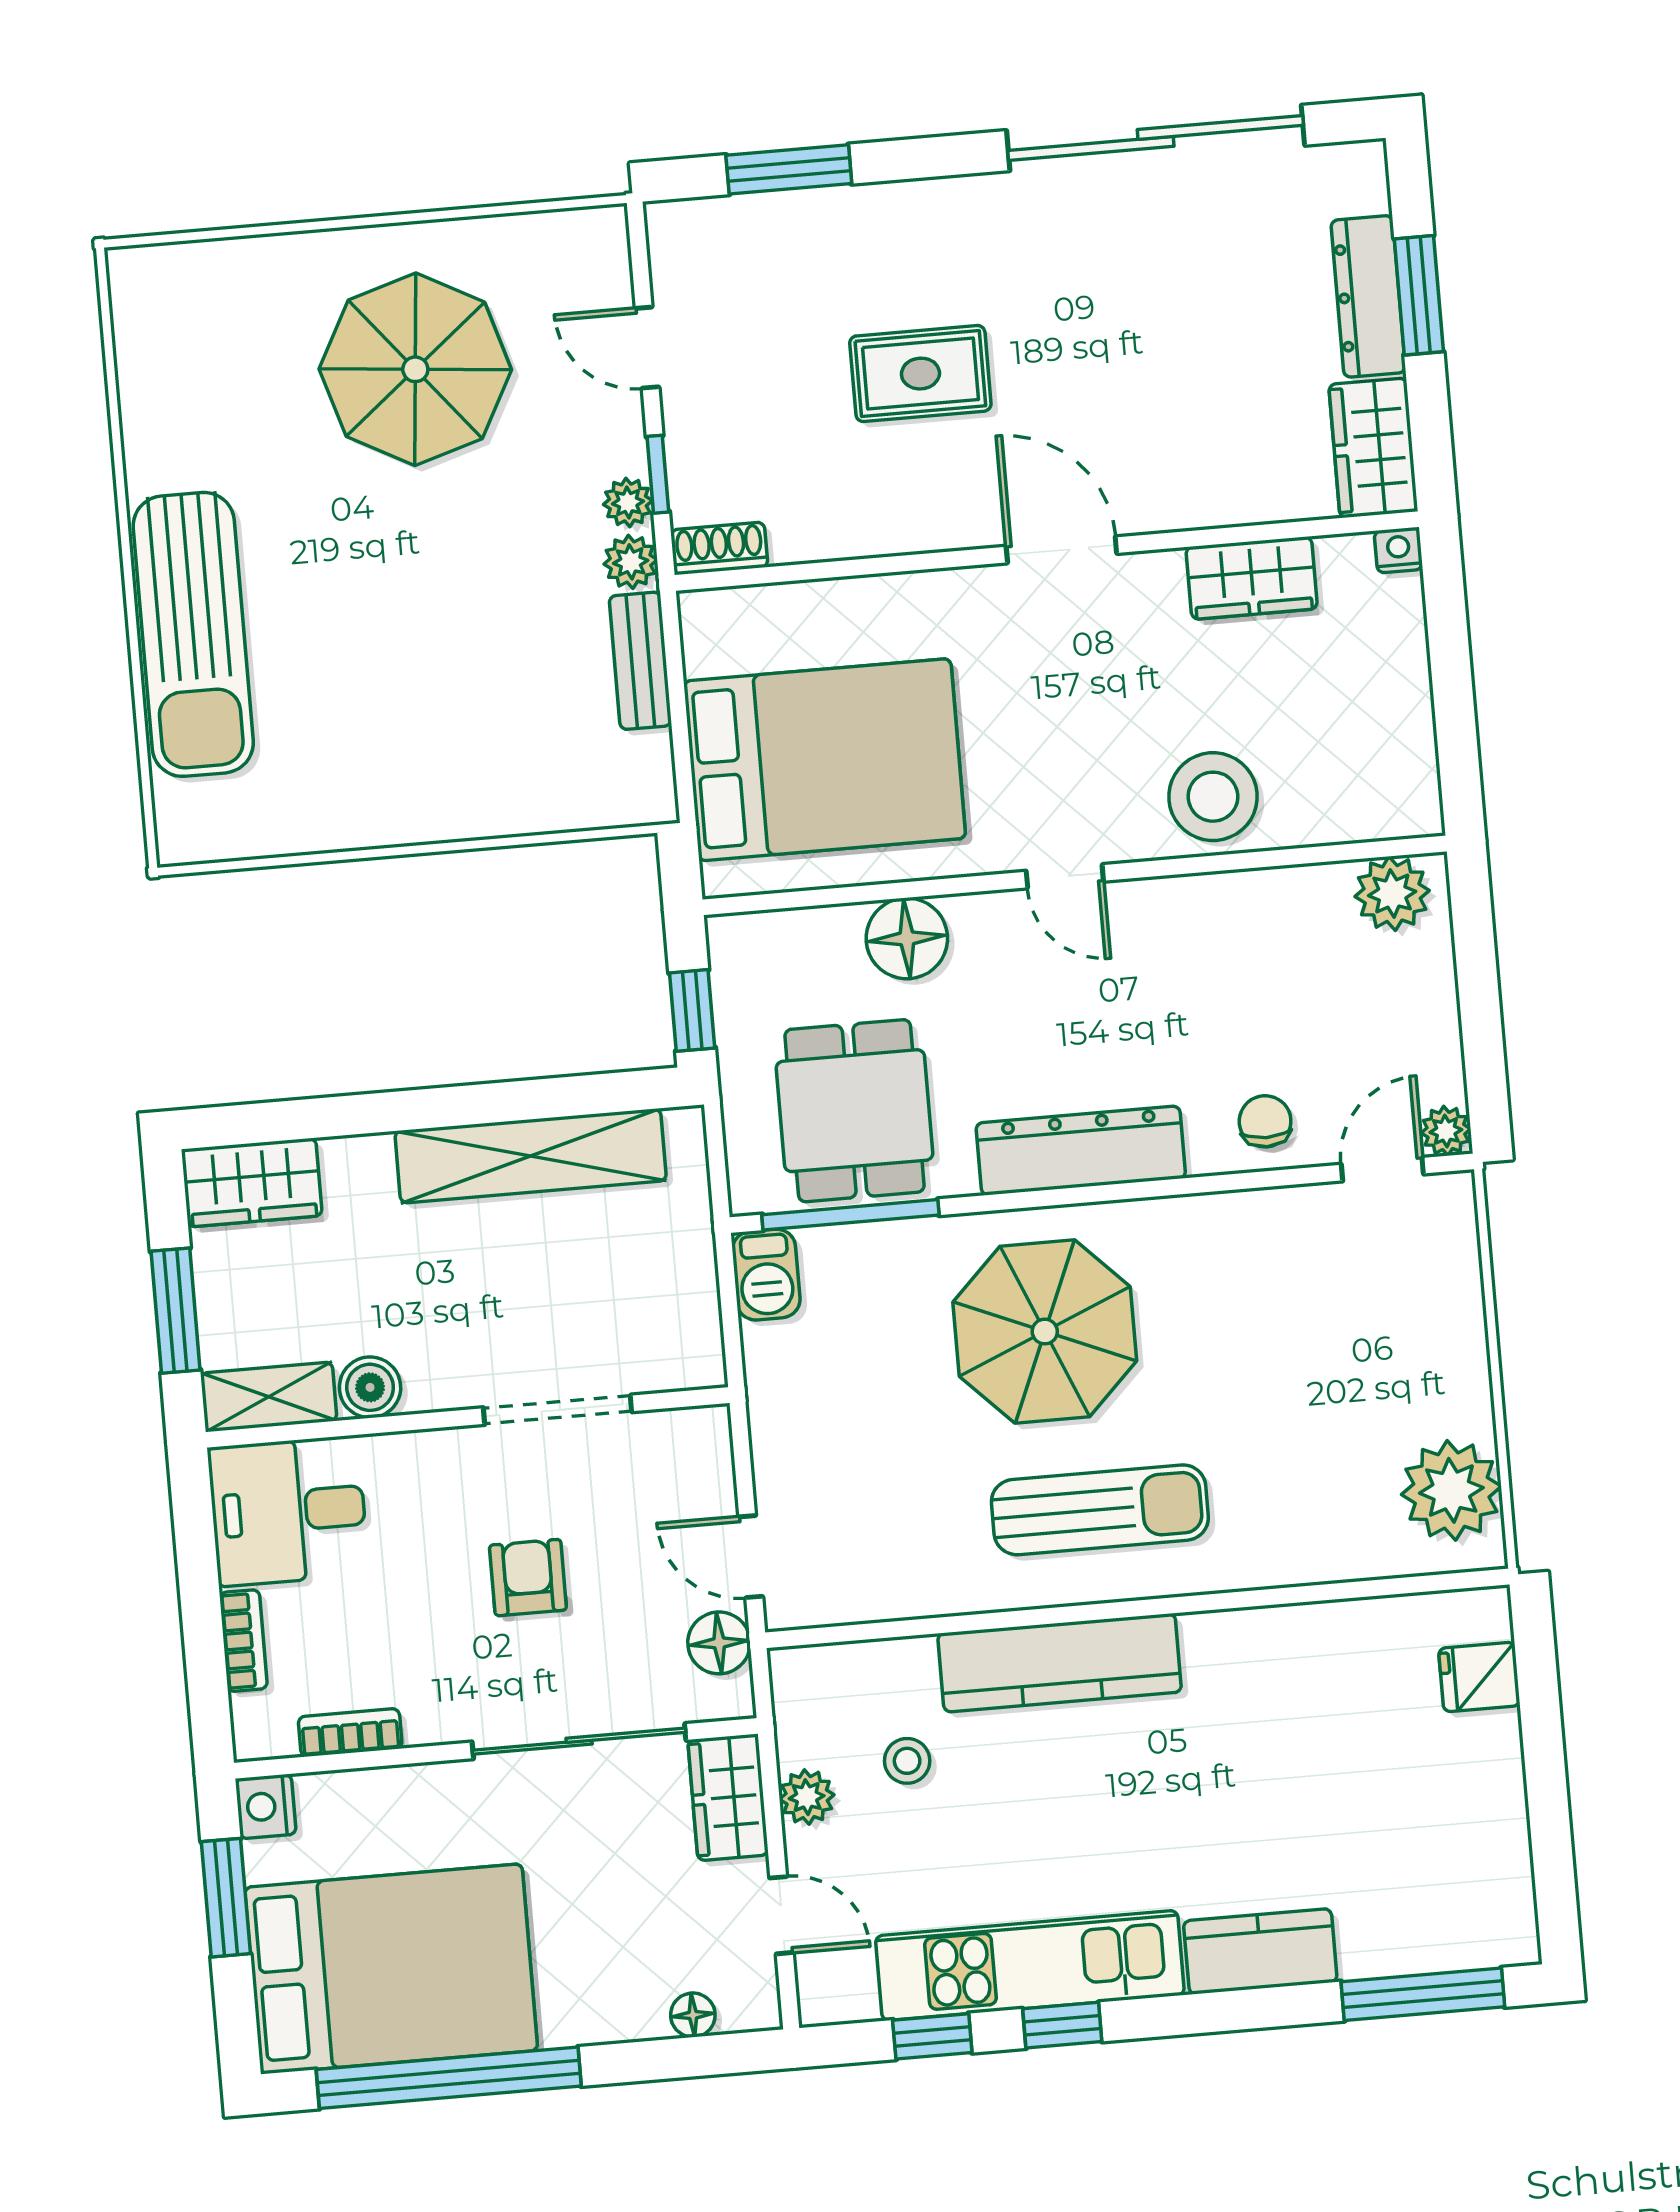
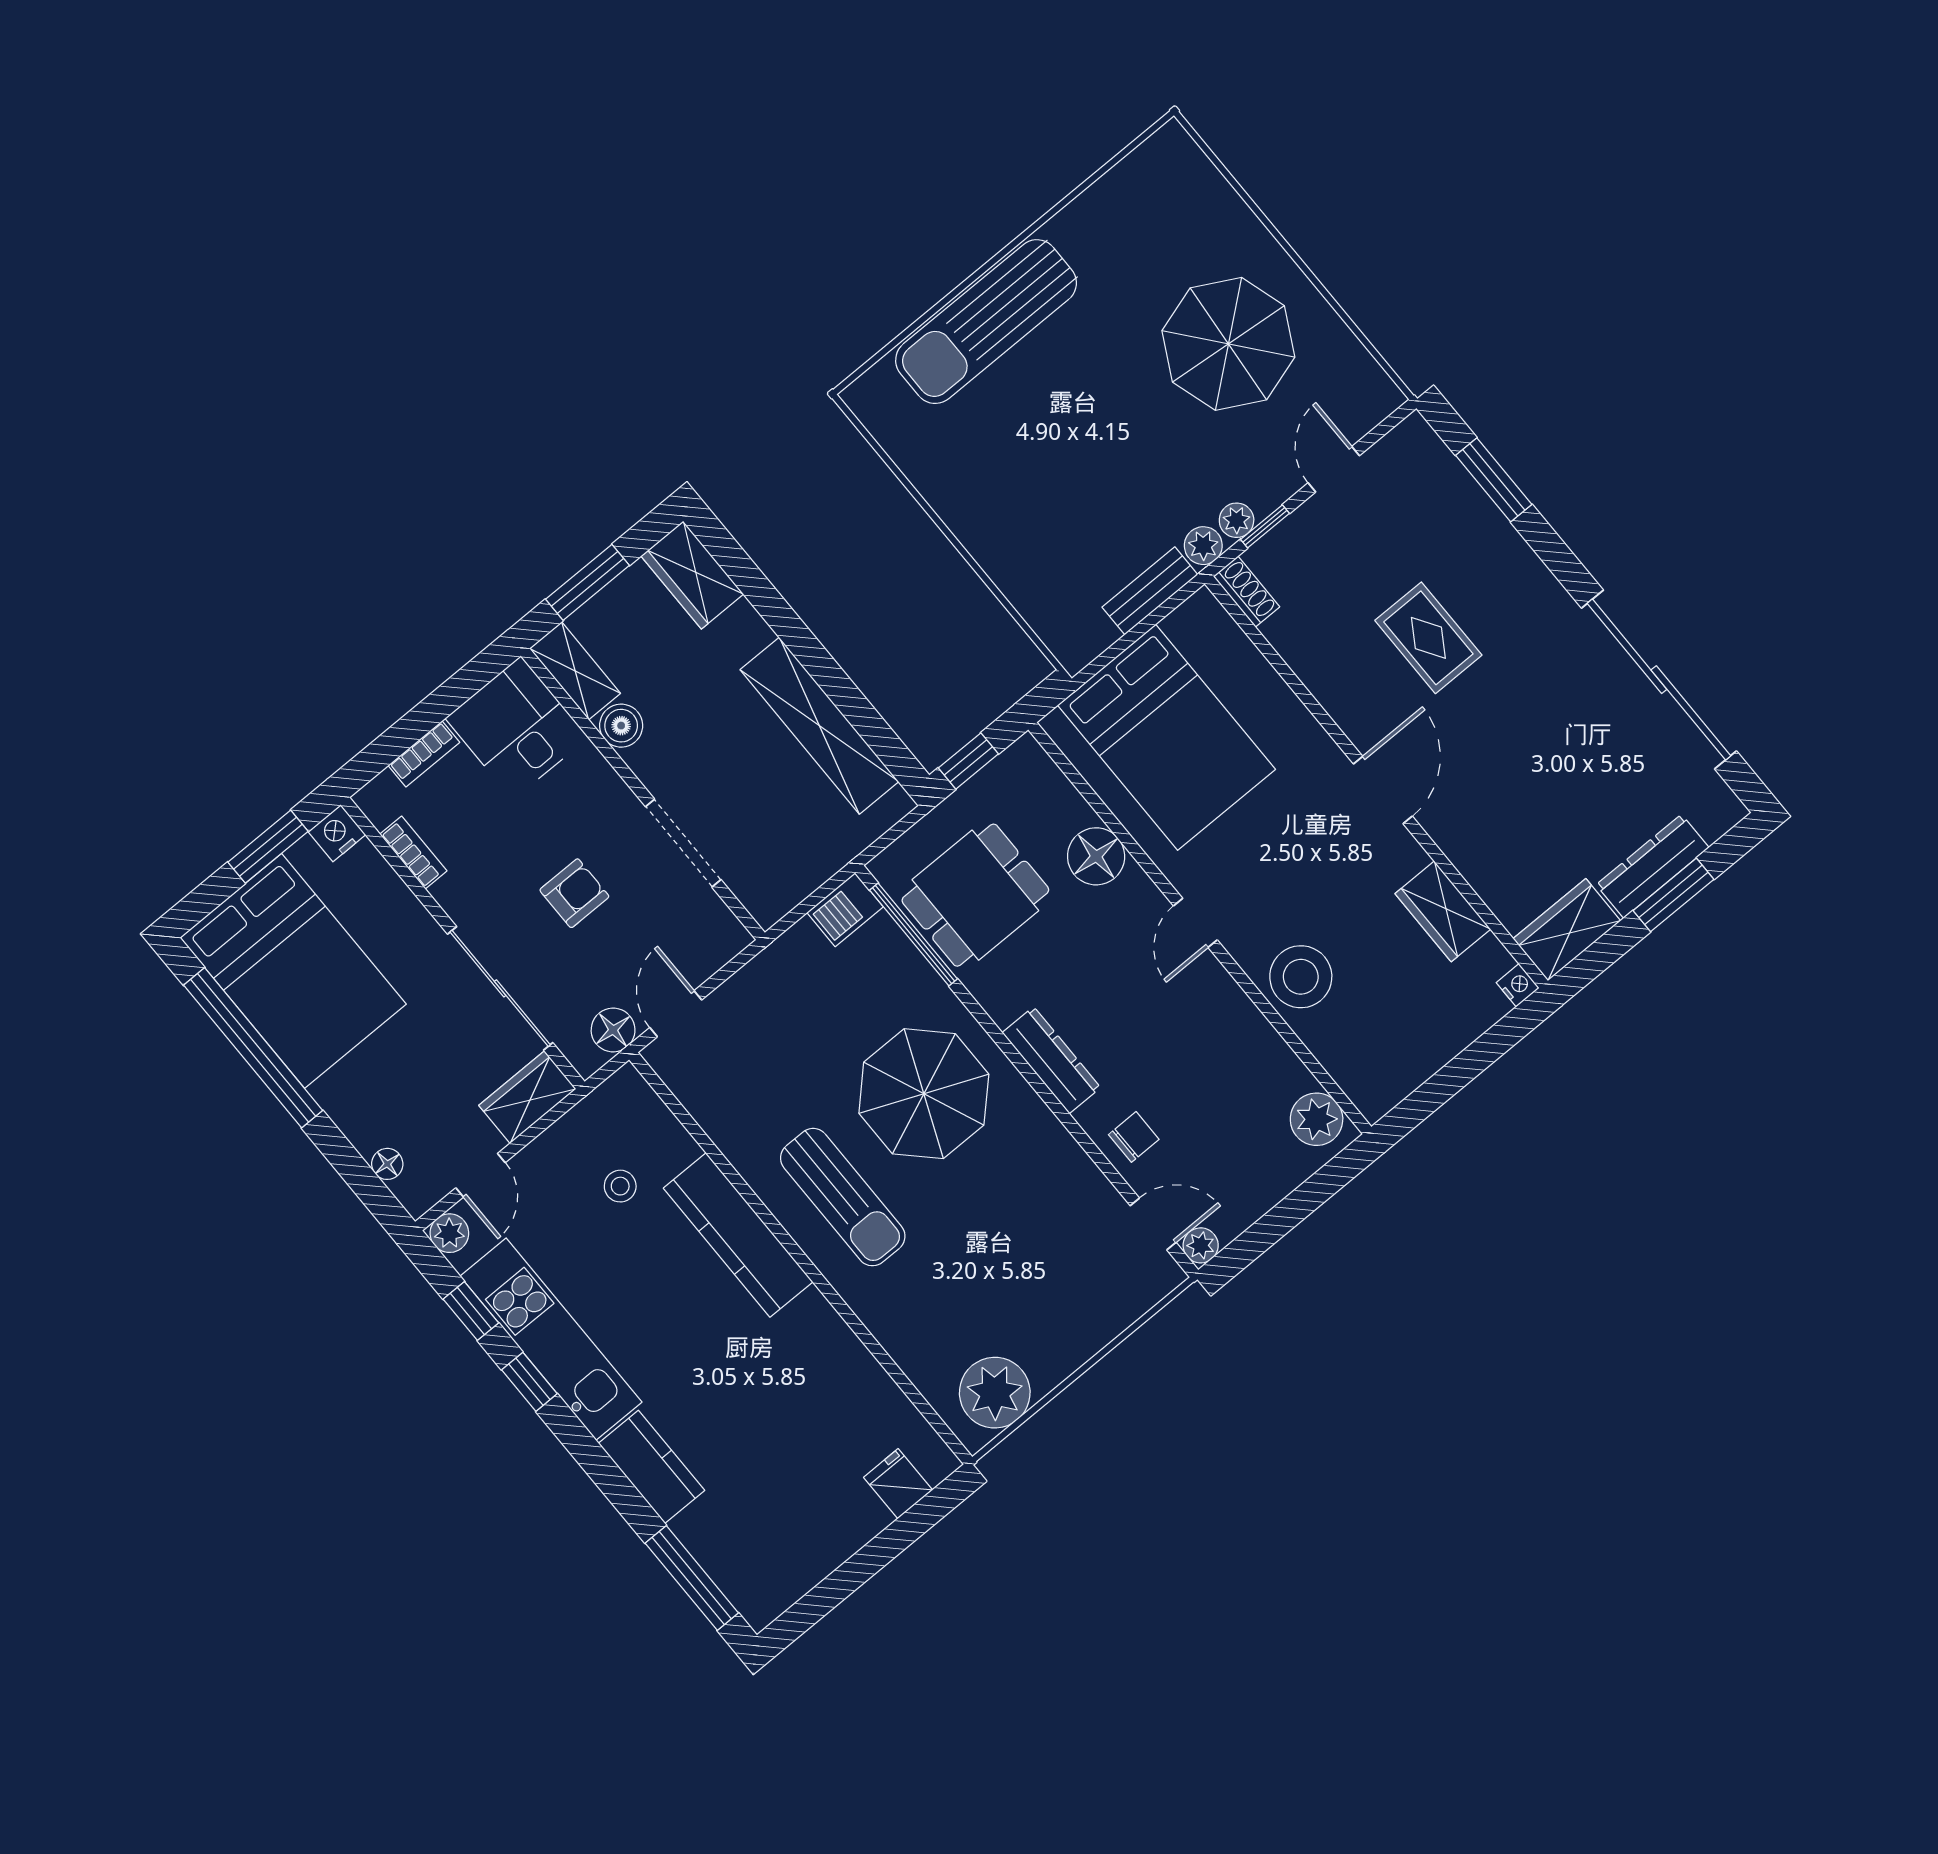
dresser: (1081, 1151) -> (1051, 1060), width x0.73, depth x0.80
plant: (807, 1797) -> (449, 1233), moved

